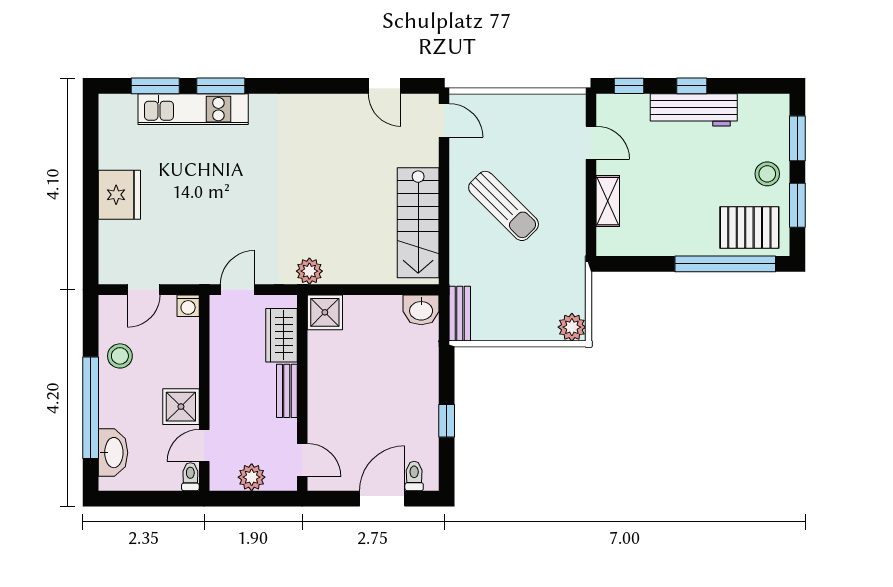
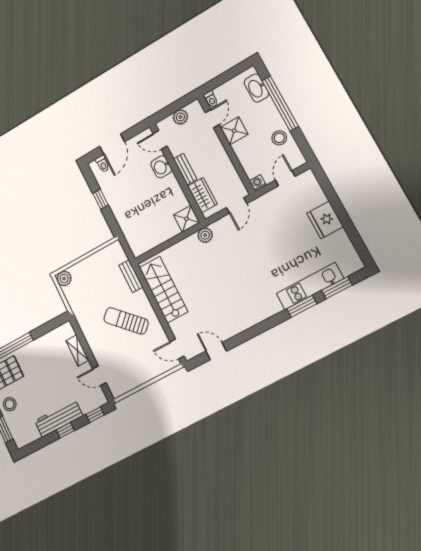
washbasin: (421, 310) -> (161, 167), moved, turned -90
bench: (460, 314) -> (131, 276), moved

